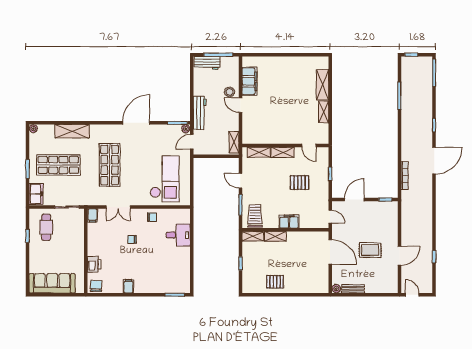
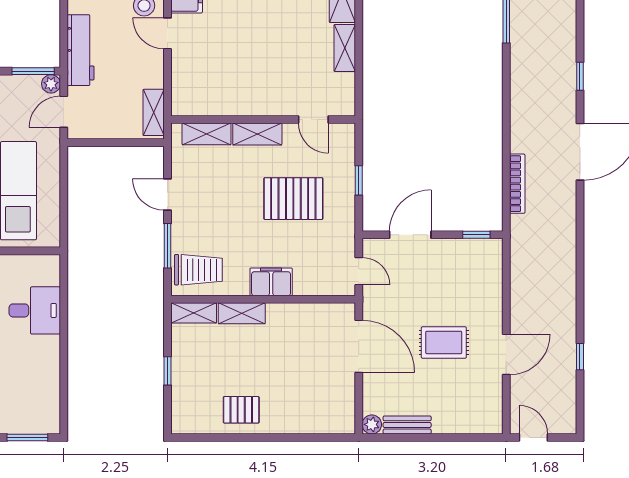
pallet: (300, 183) -> (293, 199), width x1.50, depth x1.42
trolley: (255, 216) -> (198, 270), turned 90

